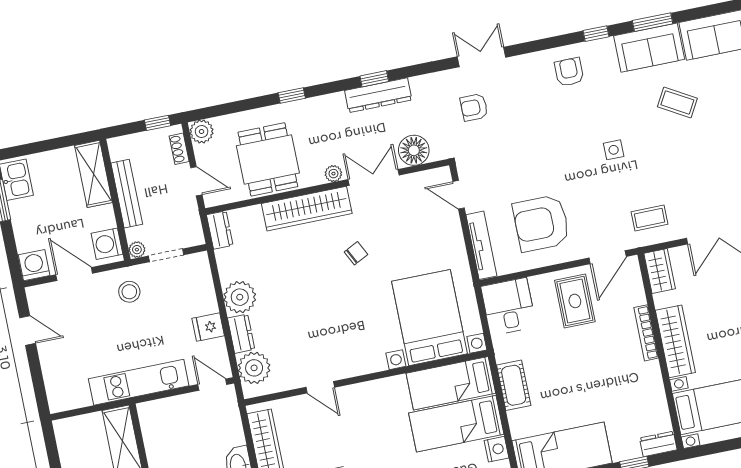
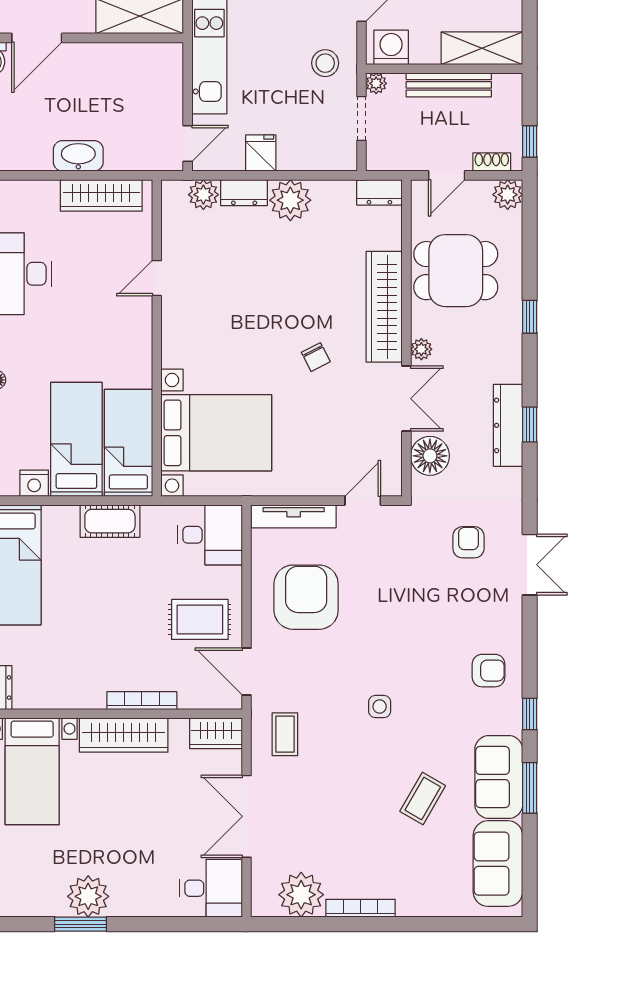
plant: (254, 368) -> (203, 195), width x0.73, depth x0.73

